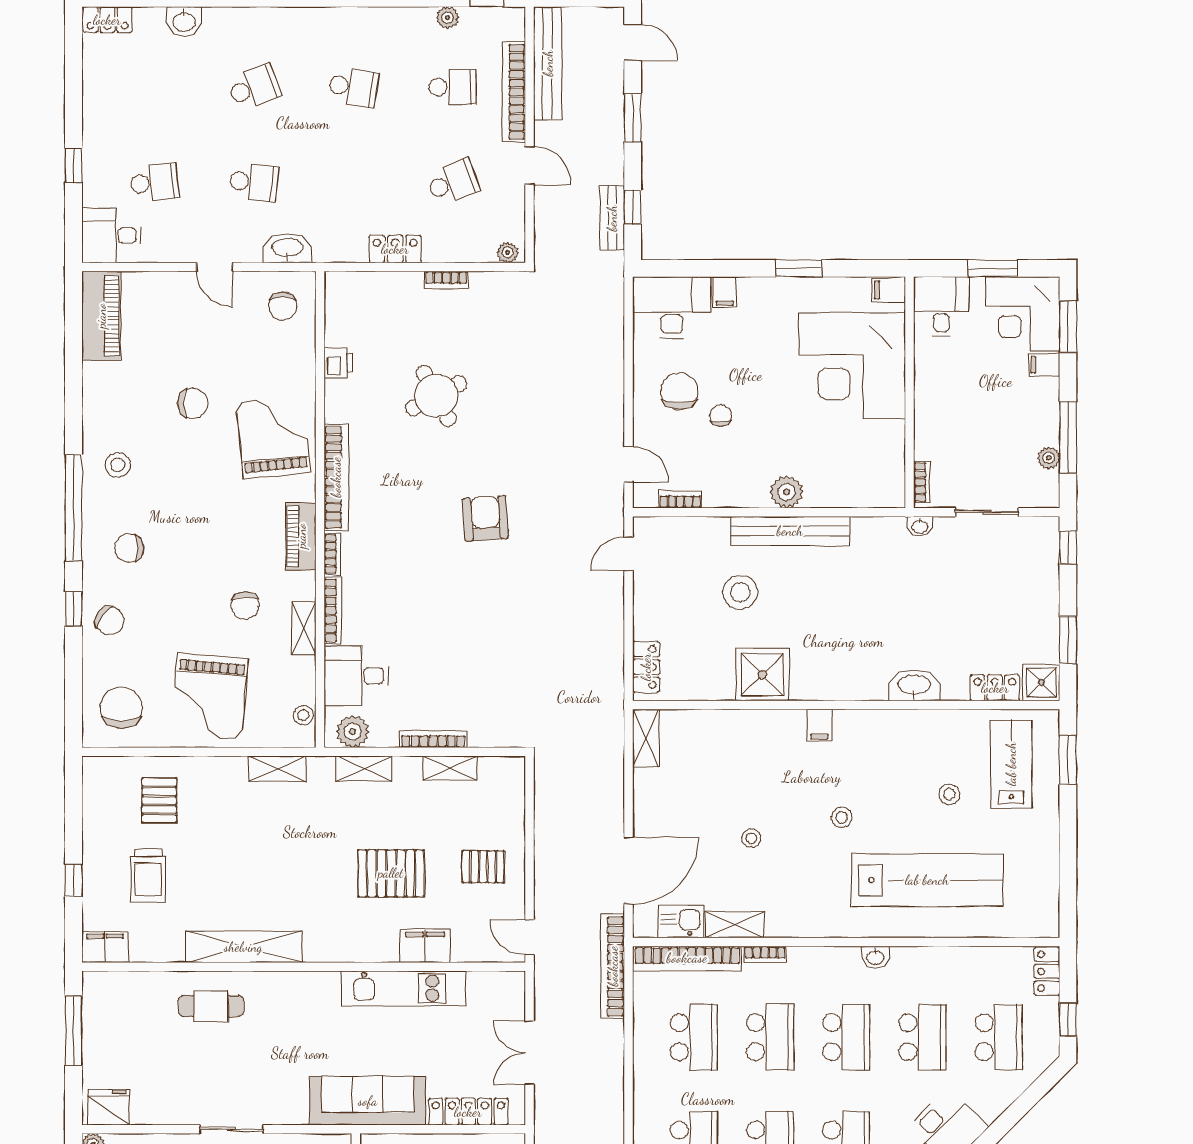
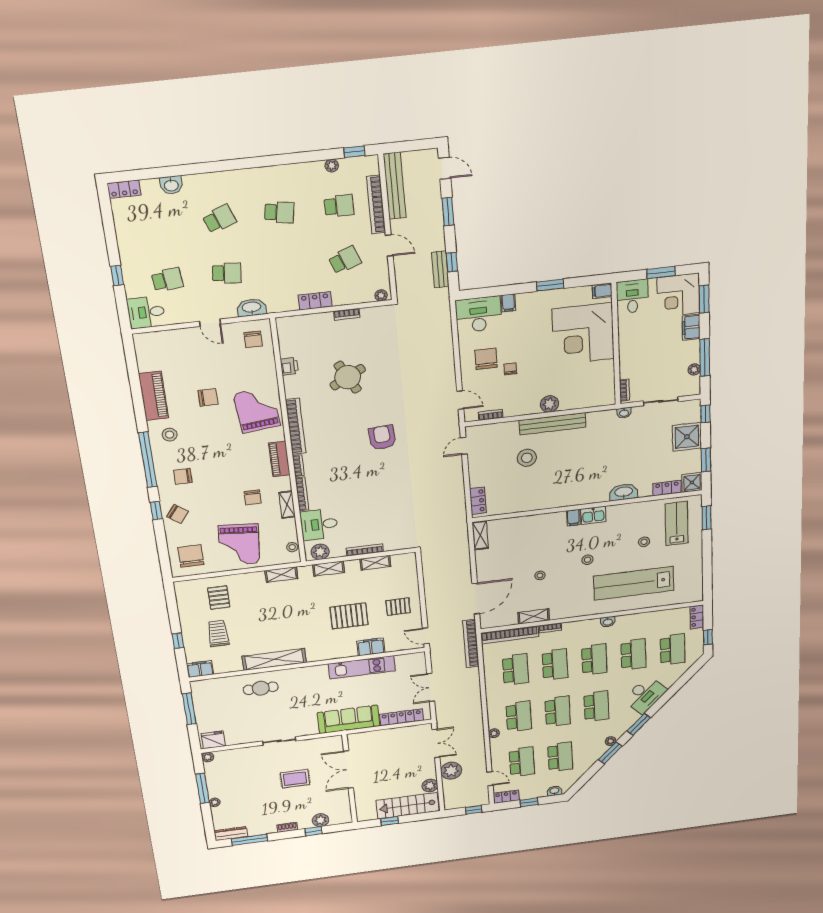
piano: (101, 316) -> (154, 396), moved
filing cabinet: (1044, 365) -> (691, 327), width x2.00
shower: (762, 675) -> (687, 437), moved
trolley: (148, 876) -> (218, 633), turned 180
lab bench: (927, 880) -> (634, 583), turned 180
kitchen sink: (681, 921) -> (593, 515), moved, turned 180

